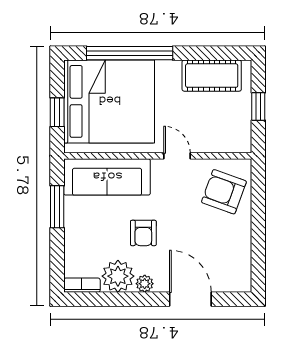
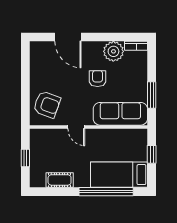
cot: (212, 76) -> (60, 180), width x0.73, depth x0.75
bed: (109, 101) -> (119, 175), width x0.49
plant: (145, 284) -> (97, 47), removed

